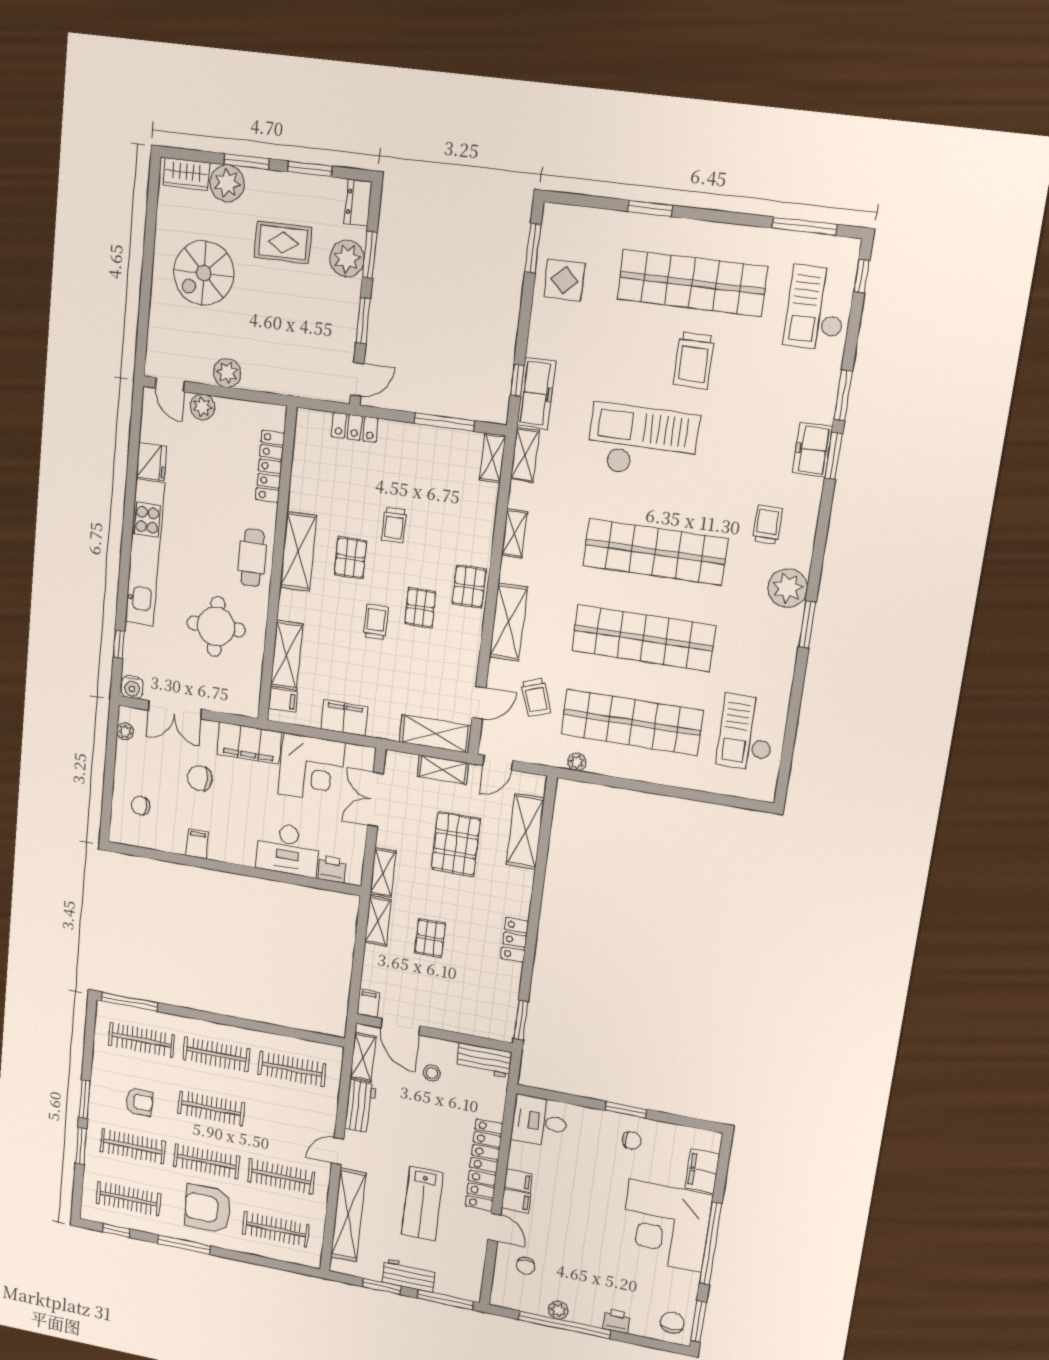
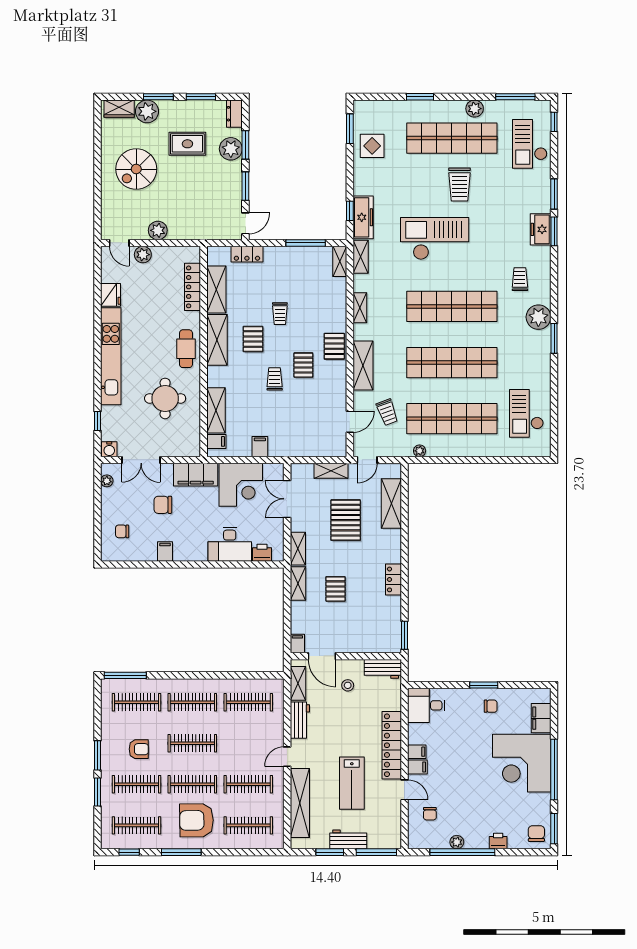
plant: (735, 238) -> (475, 109), added
filing cabinet: (344, 718) -> (260, 447), width x0.50
shelving: (435, 734) -> (216, 289), moved, turned 90

